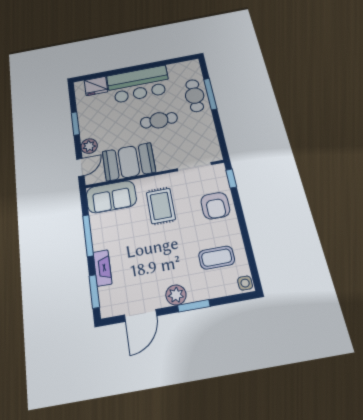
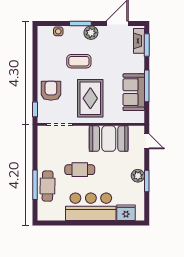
plant: (89, 146) -> (138, 176), moved
door: (80, 167) -> (147, 141), swing flipped
sofa: (111, 197) -> (134, 92), moved, turned -90
rug: (161, 206) -> (90, 98), width x1.36, depth x1.43
coffee table: (217, 258) -> (79, 61), moved
fireplace: (102, 268) -> (139, 41), moved
side table: (245, 283) -> (58, 31), moved

